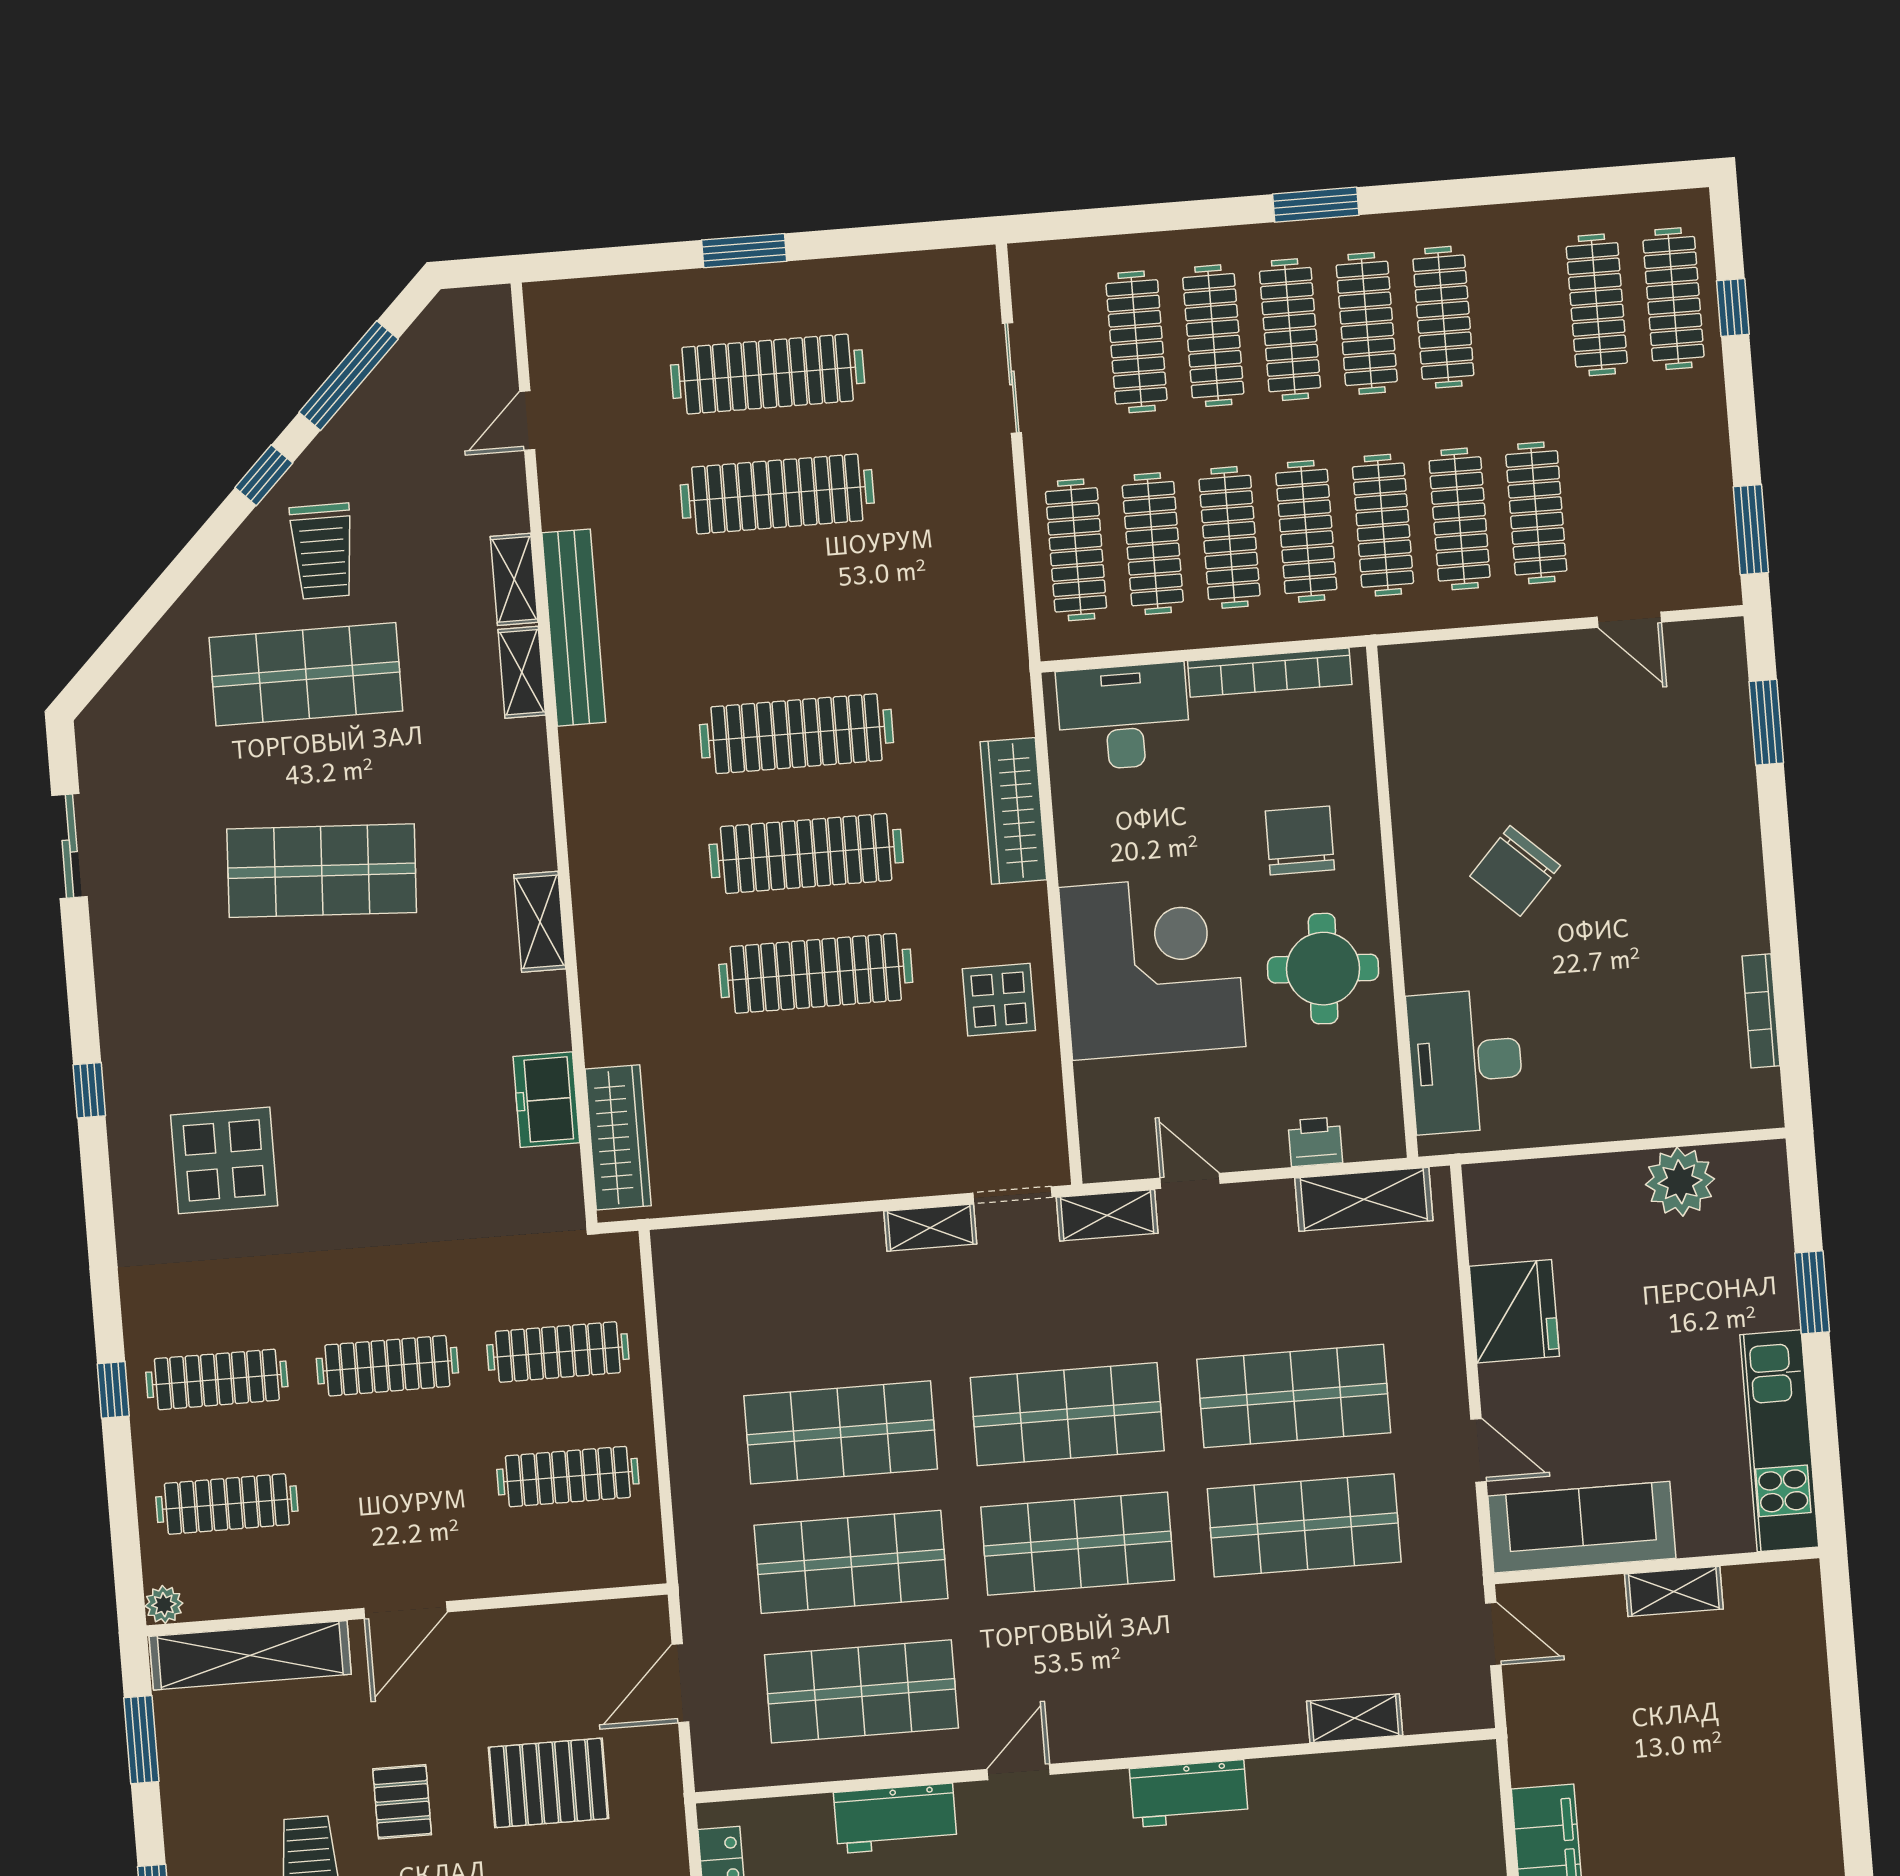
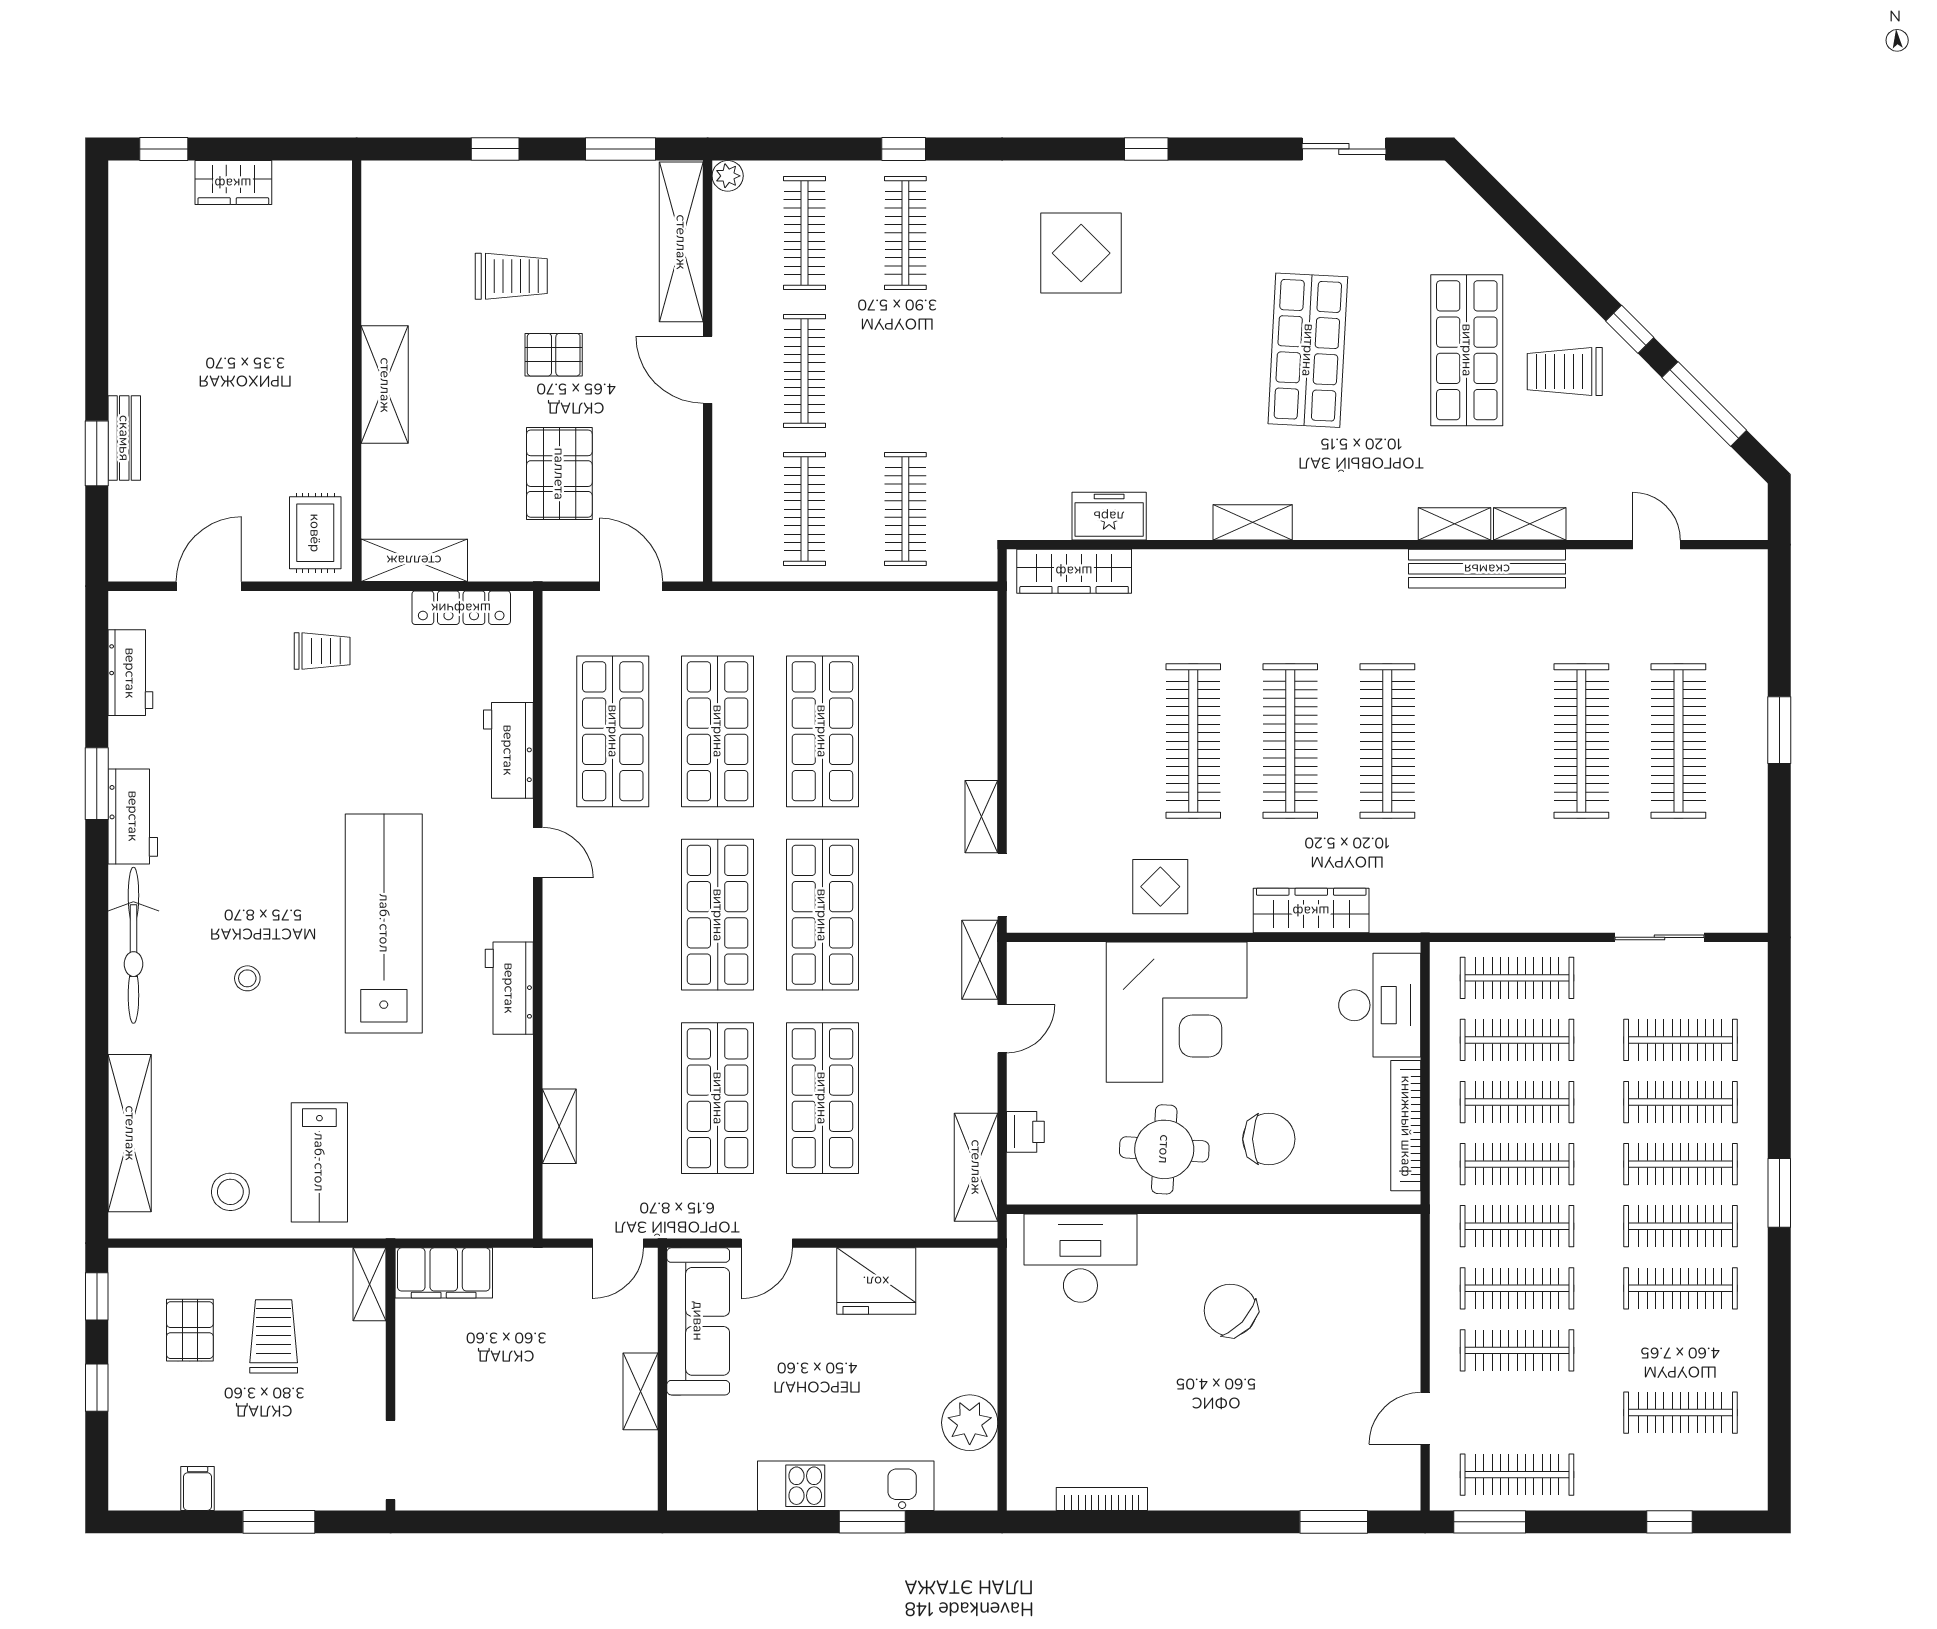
clothes rail: (1673, 299) -> (1517, 1475), moved
clothes rail: (387, 1366) -> (804, 371), moved
kitchen unit: (1779, 1441) -> (846, 1486), moved

